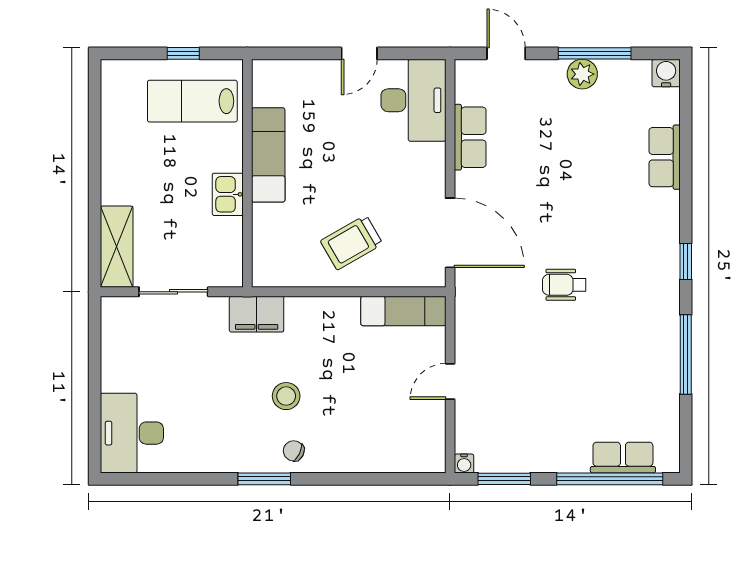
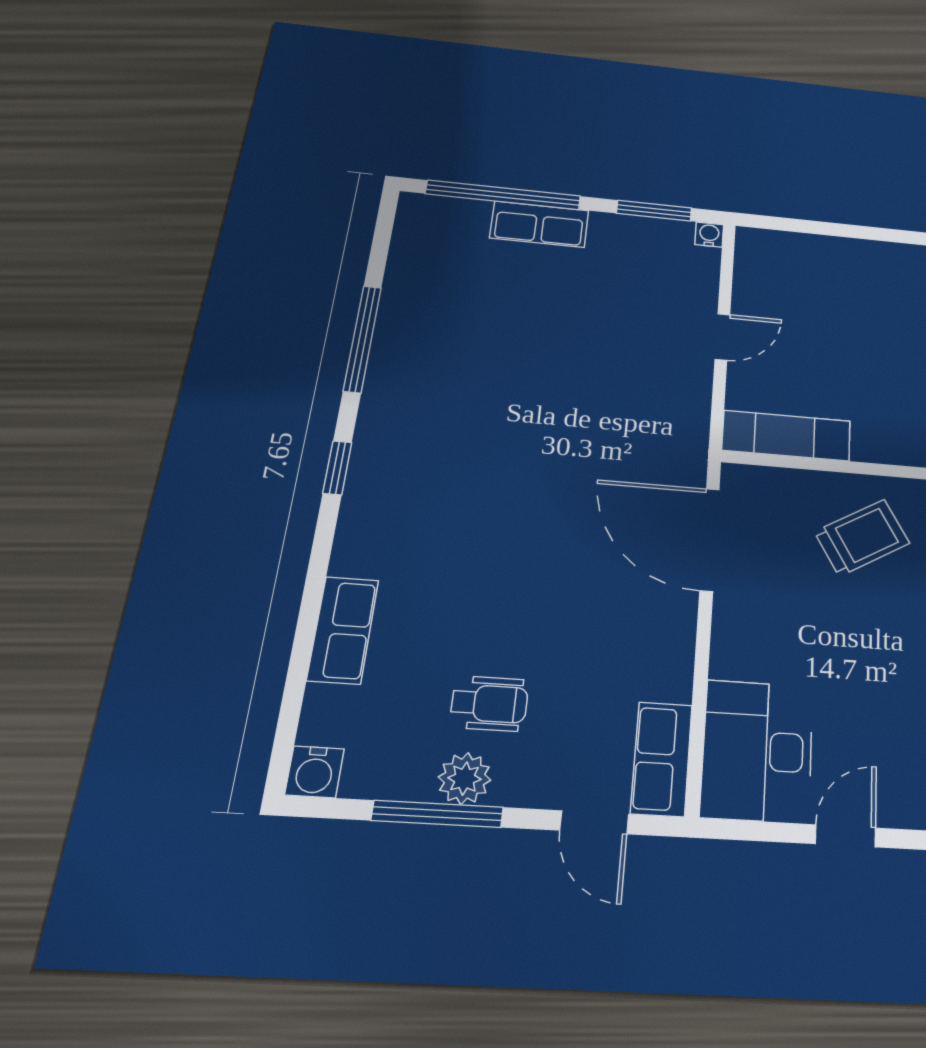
row of seats: (470, 137) -> (662, 759), moved
wheelchair: (564, 285) -> (489, 703), moved
row of seats: (623, 458) -> (539, 224), moved

